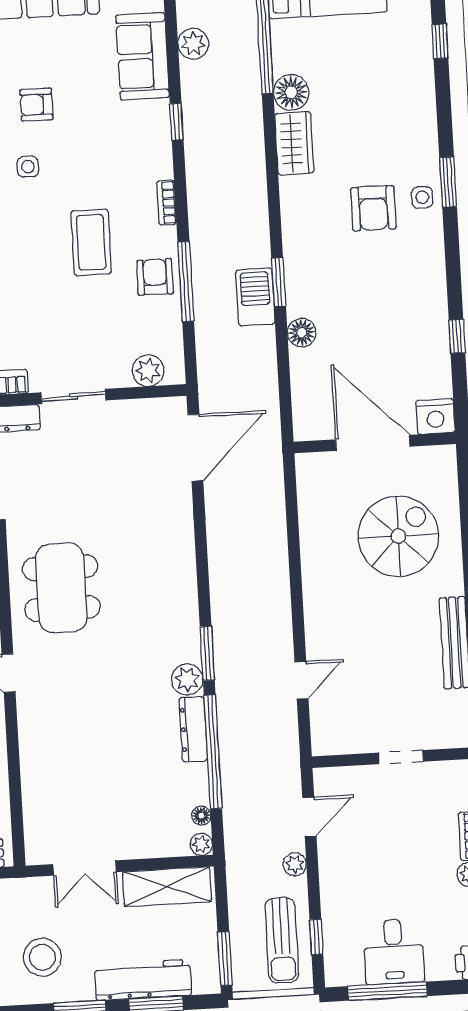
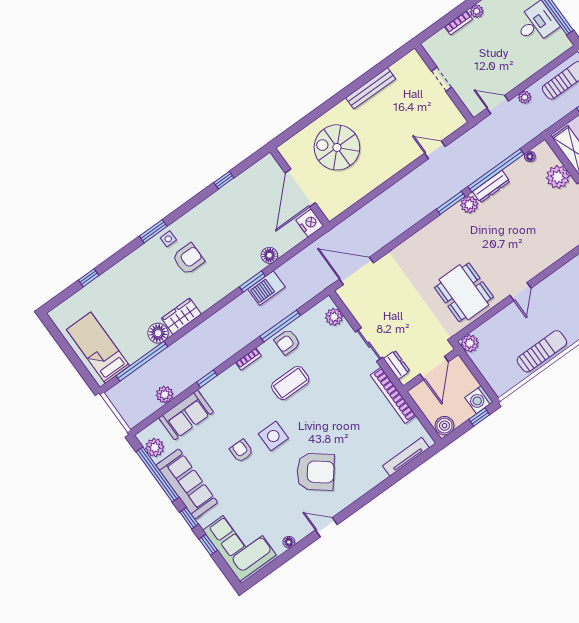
armchair: (36, 105) -> (241, 451), turned 180
side table: (28, 167) -> (273, 436), width x1.87, depth x1.87
nightstand: (435, 416) -> (310, 223), moved
dining table: (61, 588) -> (464, 292), turned 90
plant: (201, 844) -> (558, 177), moved, width x1.88, depth x1.88
window: (316, 937) -> (553, 65), removed

